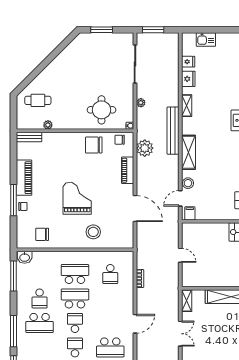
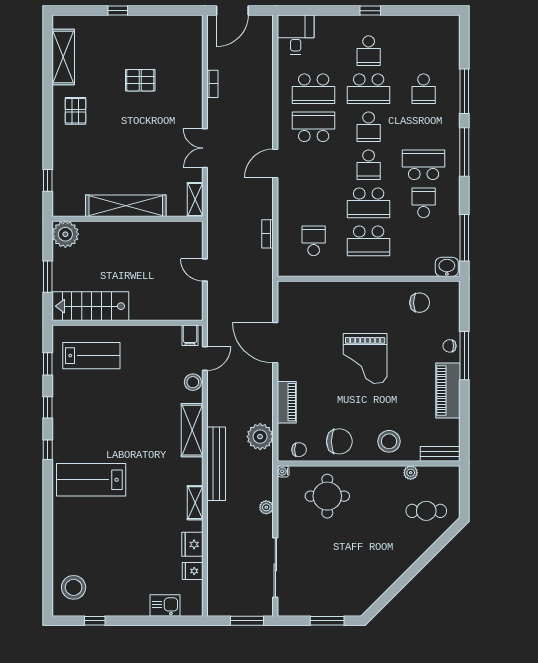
stool: (93, 232) -> (389, 441), moved

